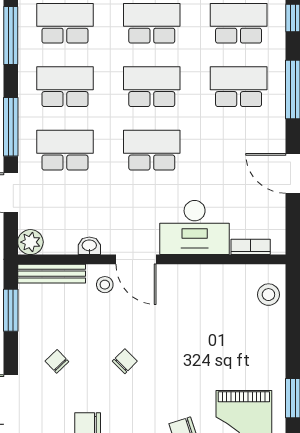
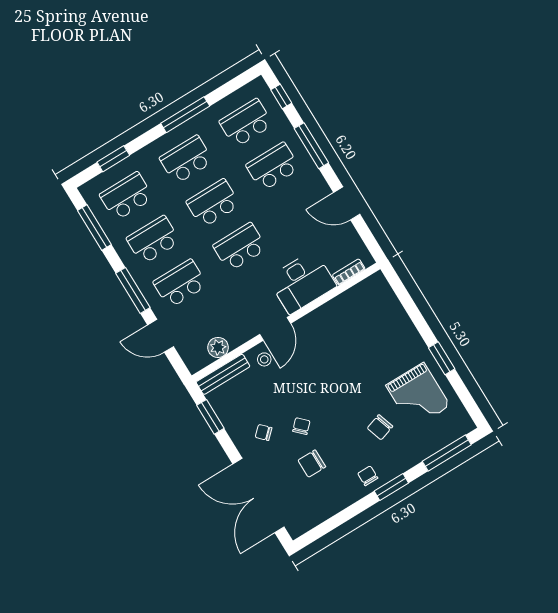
plant: (30, 242) -> (218, 347), moved
washbasin: (89, 246) -> (237, 339), removed
door: (136, 259) -> (275, 329), hinge flipped
stool: (268, 295) -> (381, 297), removed
chair: (125, 361) -> (301, 426), moved

